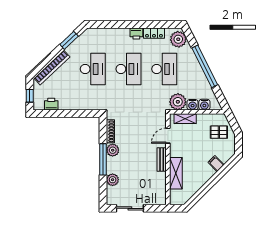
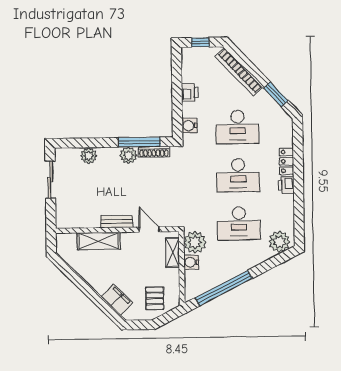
locker: (154, 33) -> (286, 161), moved
window: (205, 66) -> (224, 288), moved
printer: (51, 104) -> (190, 93), moved
water cooler: (204, 105) -> (189, 126), moved
window: (103, 159) -> (139, 142), moved
filing cabinet: (216, 164) -> (117, 300), width x2.00

